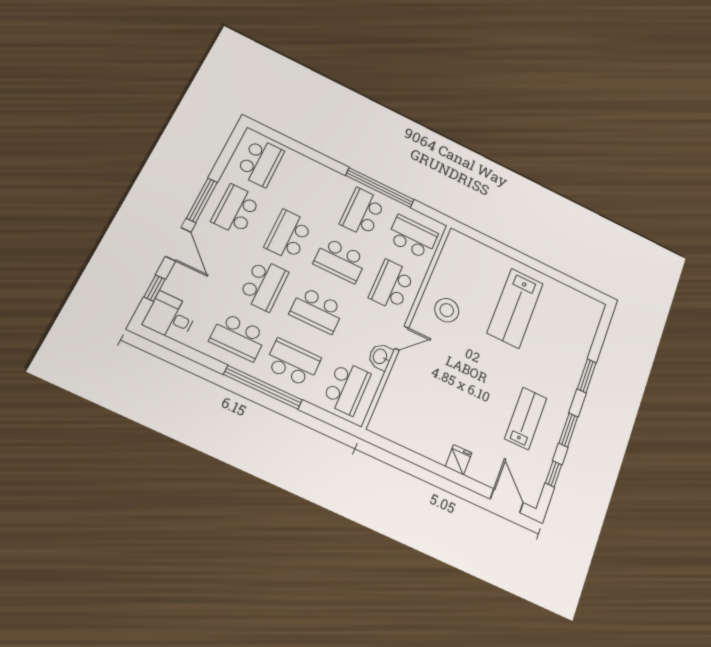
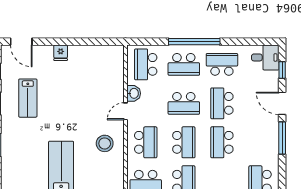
school desk: (236, 210) -> (260, 142), removed
school desk: (288, 235) -> (222, 142), turned 180
school desk: (340, 260) -> (184, 142), turned 90
school desk: (317, 310) -> (184, 103), turned 180

